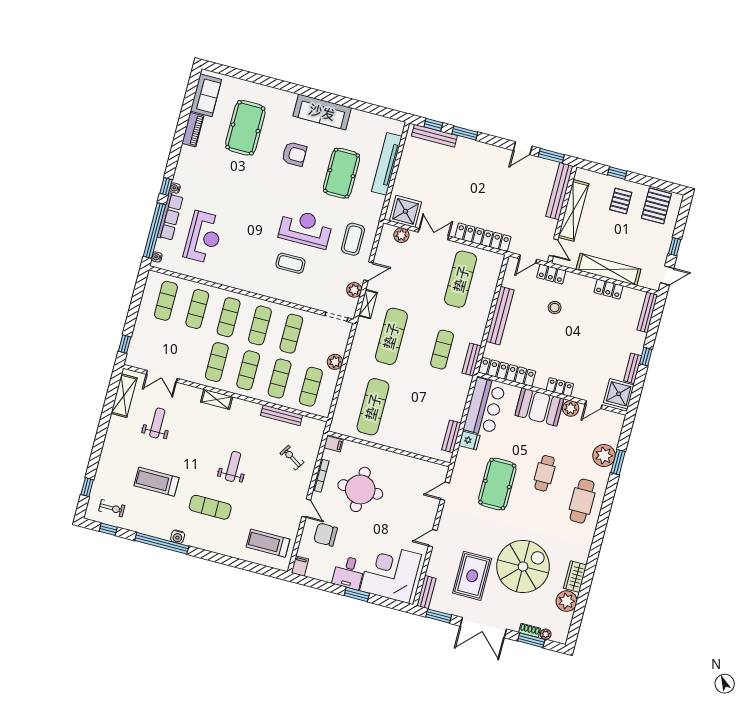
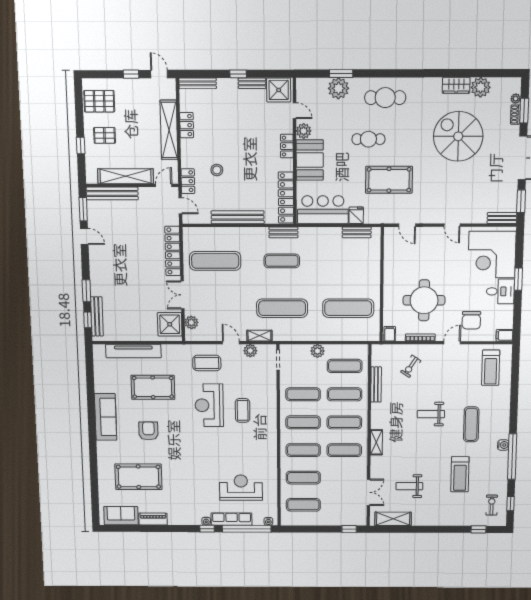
rug: (472, 576) -> (478, 181), removed

